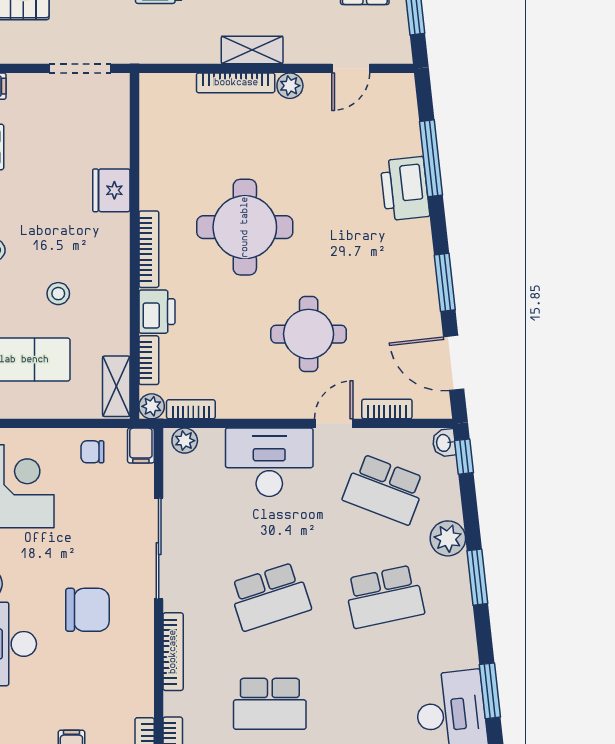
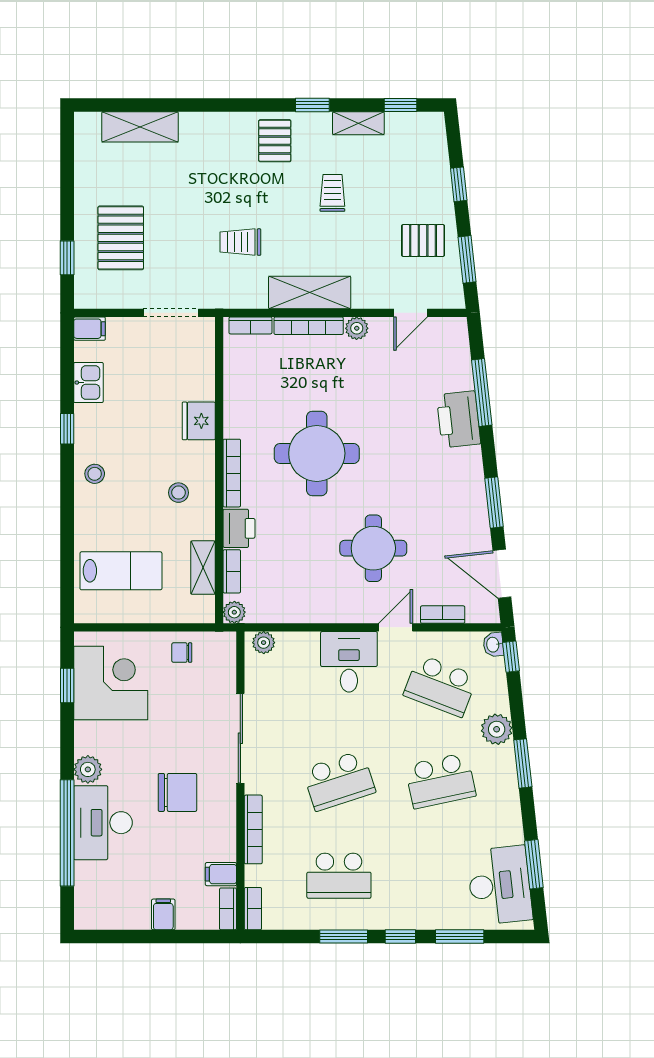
shelving: (252, 50) -> (310, 292), width x1.50, depth x1.33
stool: (58, 294) -> (179, 493), moved
shelving: (116, 386) -> (203, 568), moved
bookcase: (191, 409) -> (250, 325), moved, turned 180
filing cabinet: (141, 446) -> (221, 874), moved, turned 90
desk: (269, 462) -> (349, 662), width x0.73

